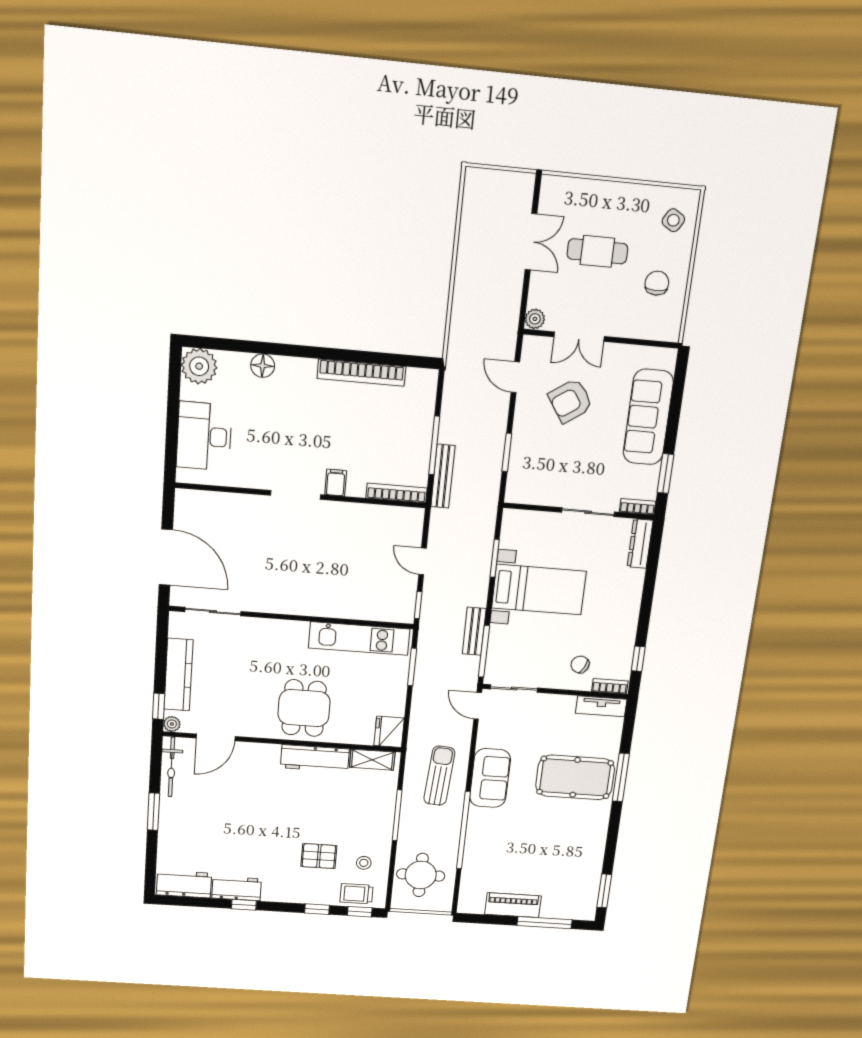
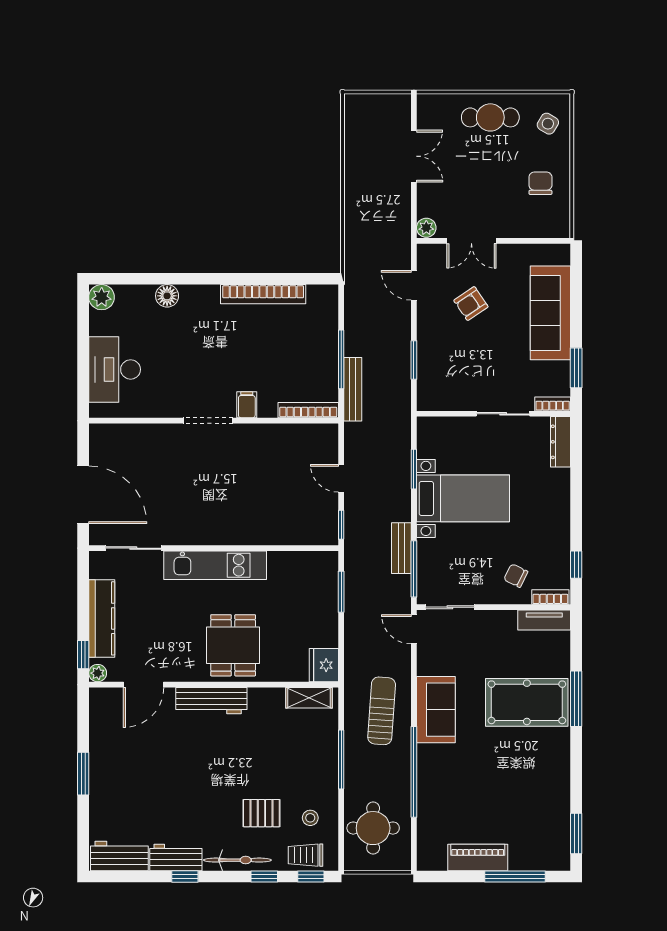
cafe table: (597, 251) -> (490, 117), moved
plant: (199, 366) -> (102, 297), width x0.73, depth x0.73
armchair: (570, 401) -> (471, 304), width x0.72, depth x0.72
kitchen unit: (359, 639) -> (215, 565), moved
workbench: (315, 758) -> (211, 701), moved
bicycle: (171, 767) -> (237, 860), moved, turned -90

